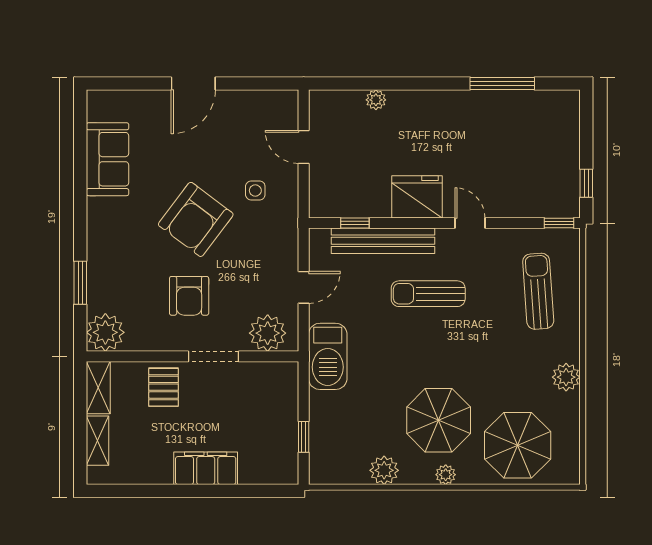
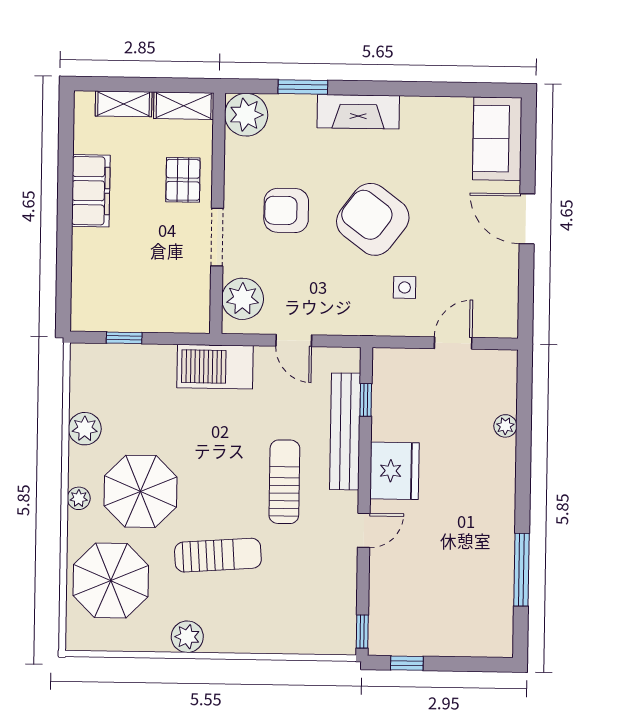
sofa: (108, 159) -> (497, 139), moved, turned 90
fireplace: (101, 234) -> (358, 112), added
sun lounger: (538, 291) -> (218, 555), moved
pallet: (164, 387) -> (183, 180), turned 90
filing cabinet: (206, 468) -> (91, 191), moved

